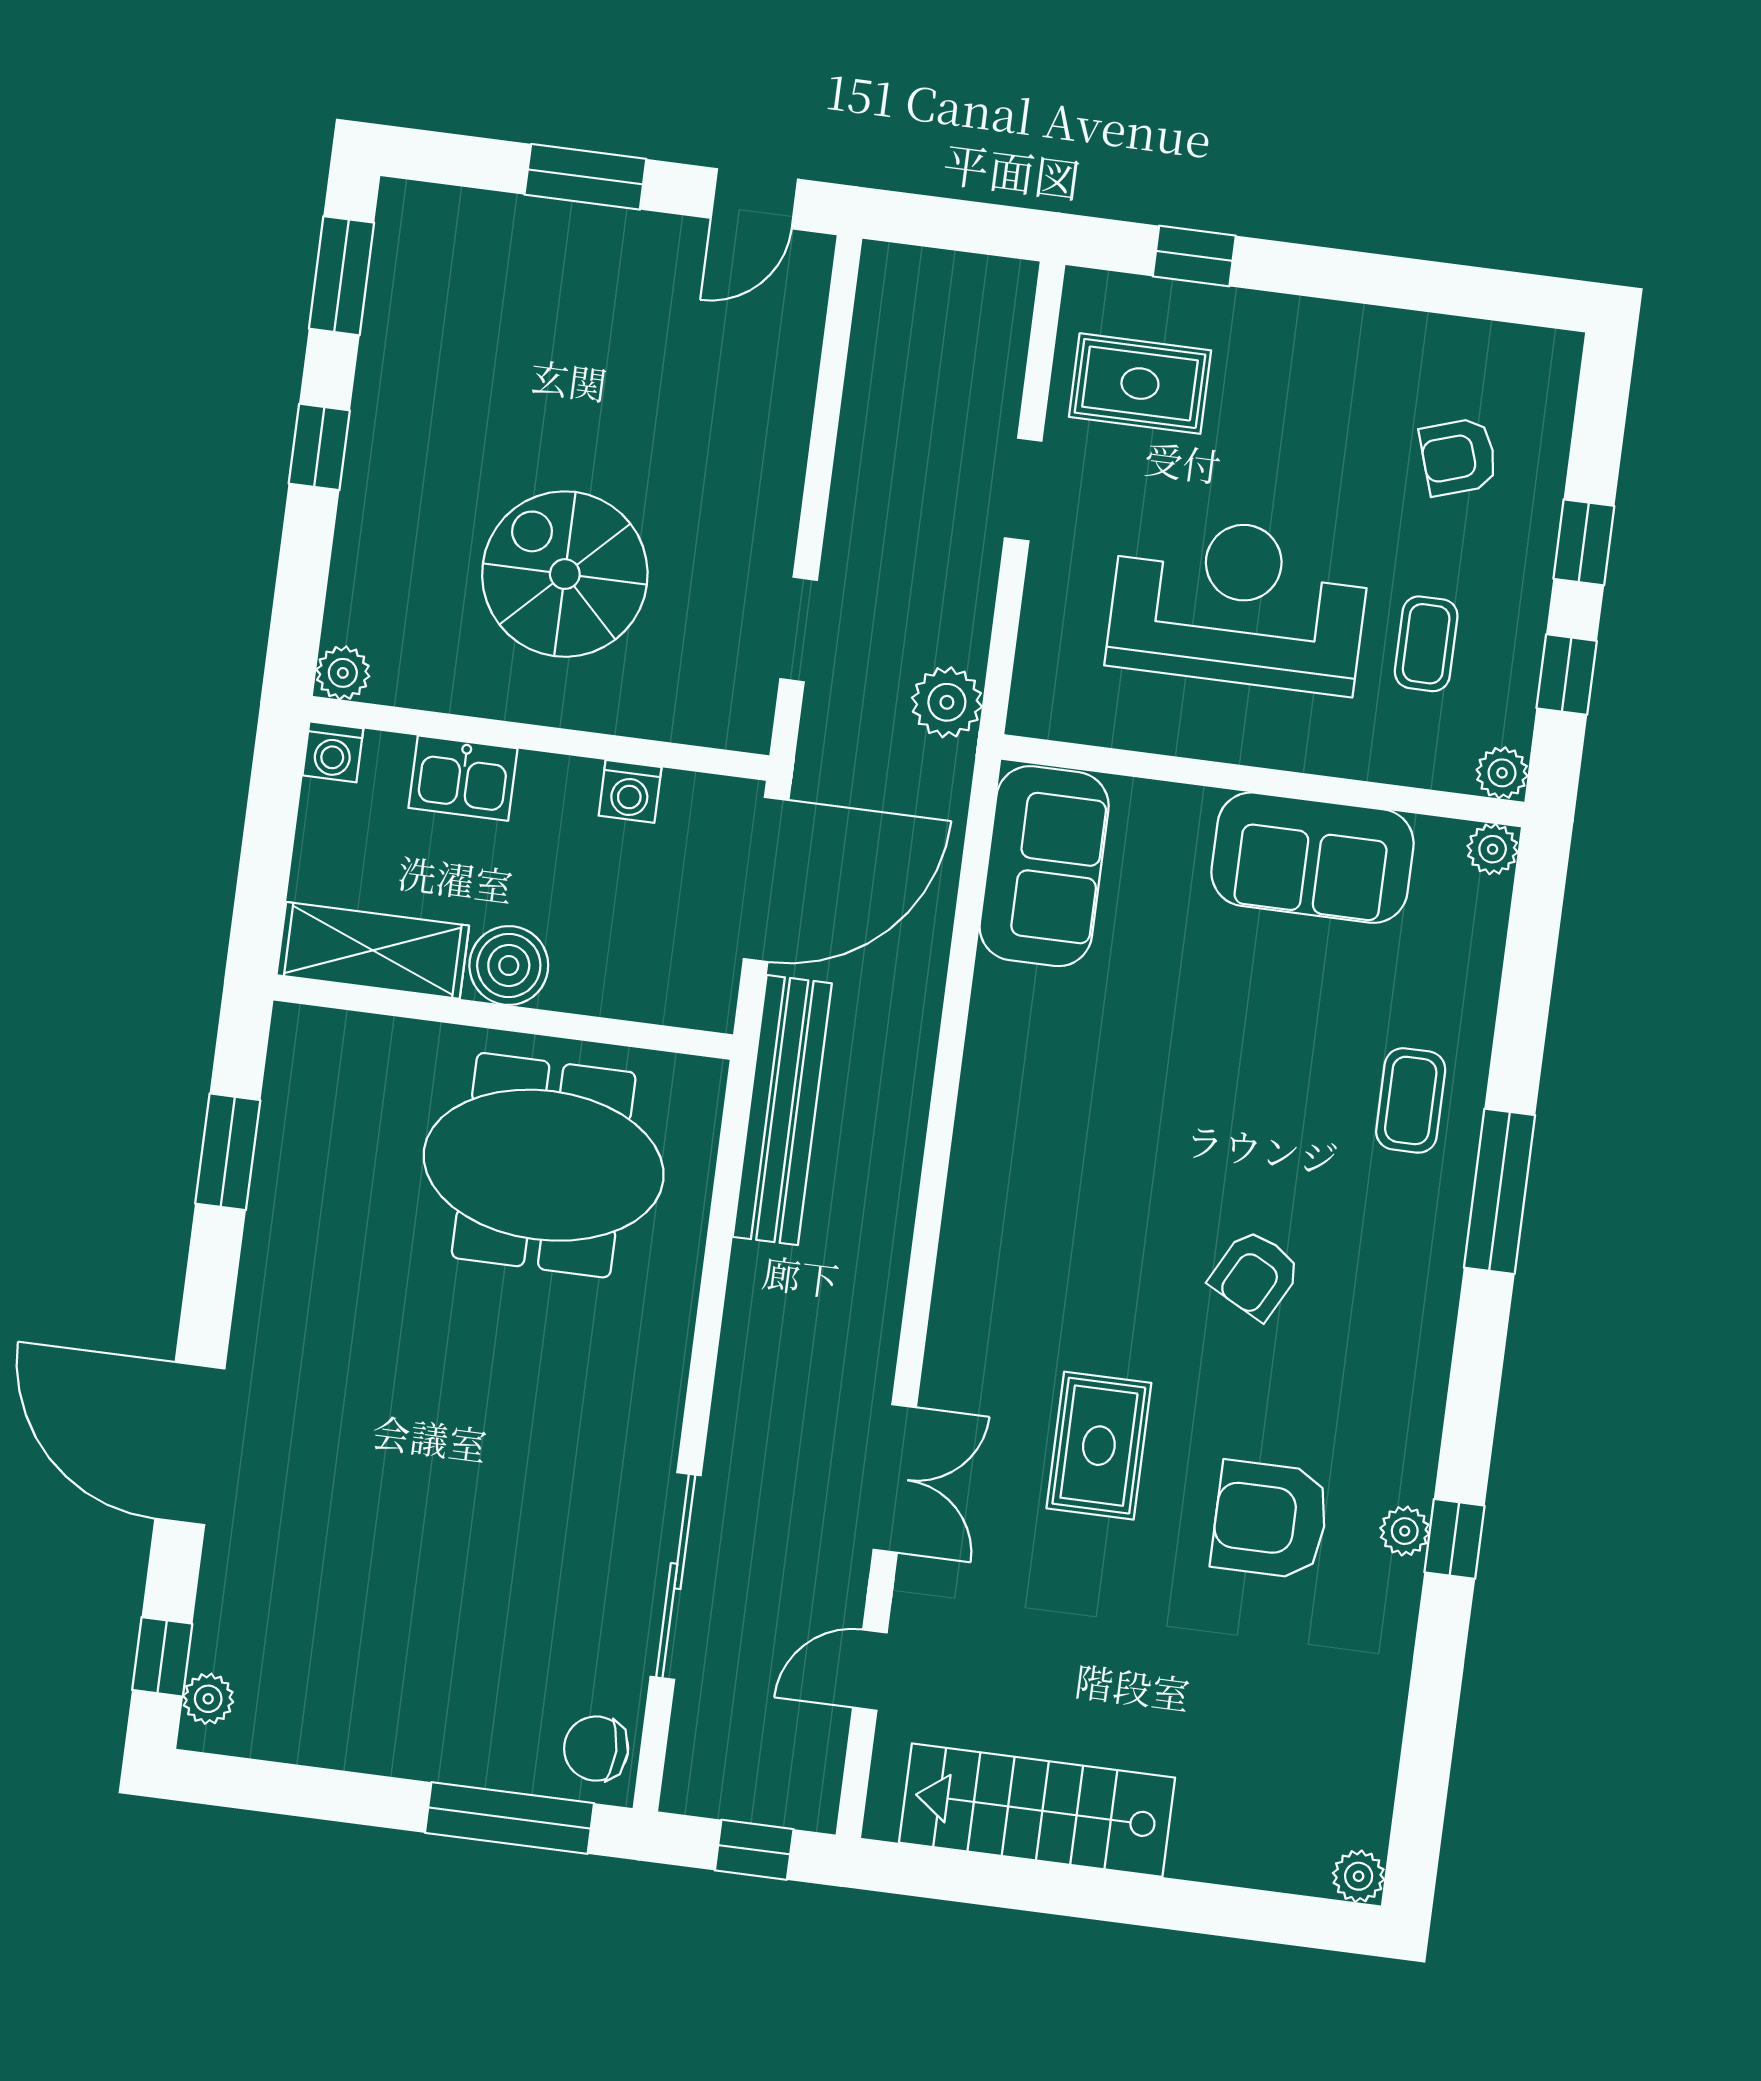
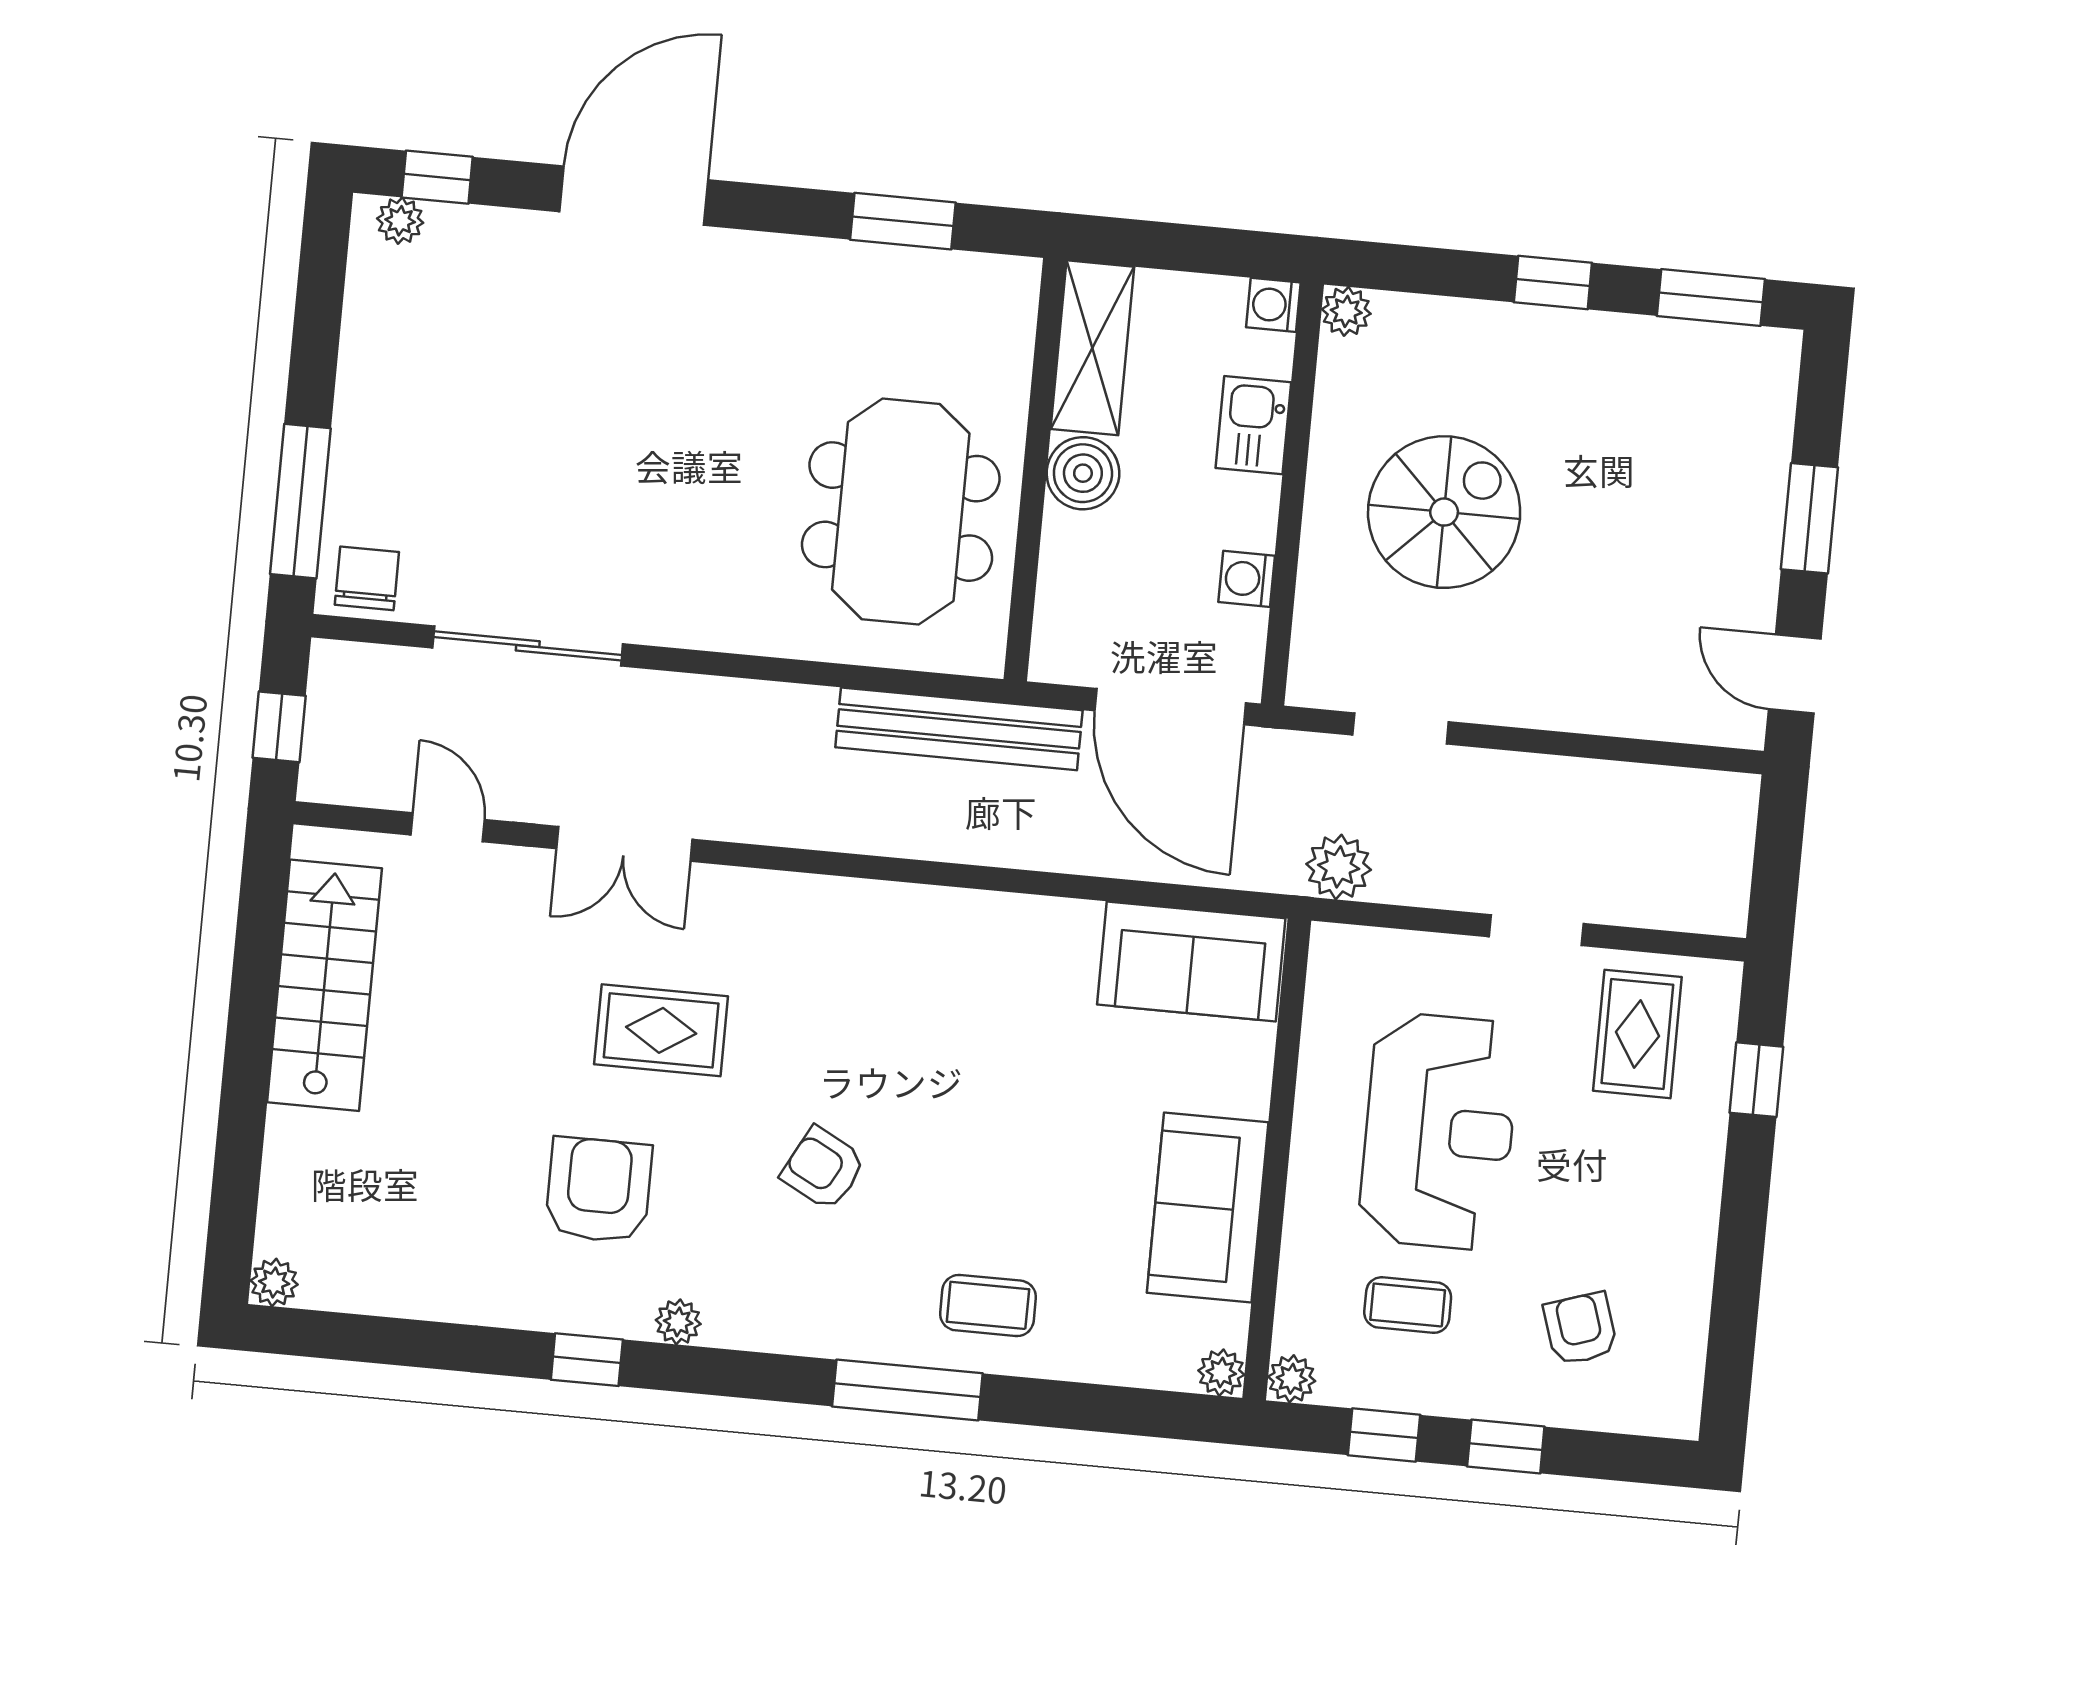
plant: (1405, 1531) -> (678, 1322), moved

